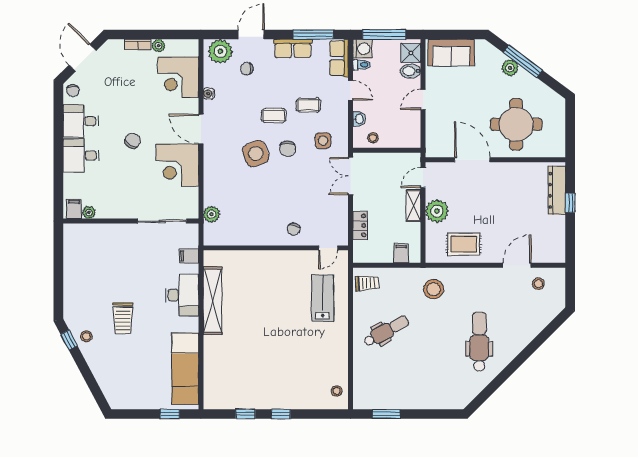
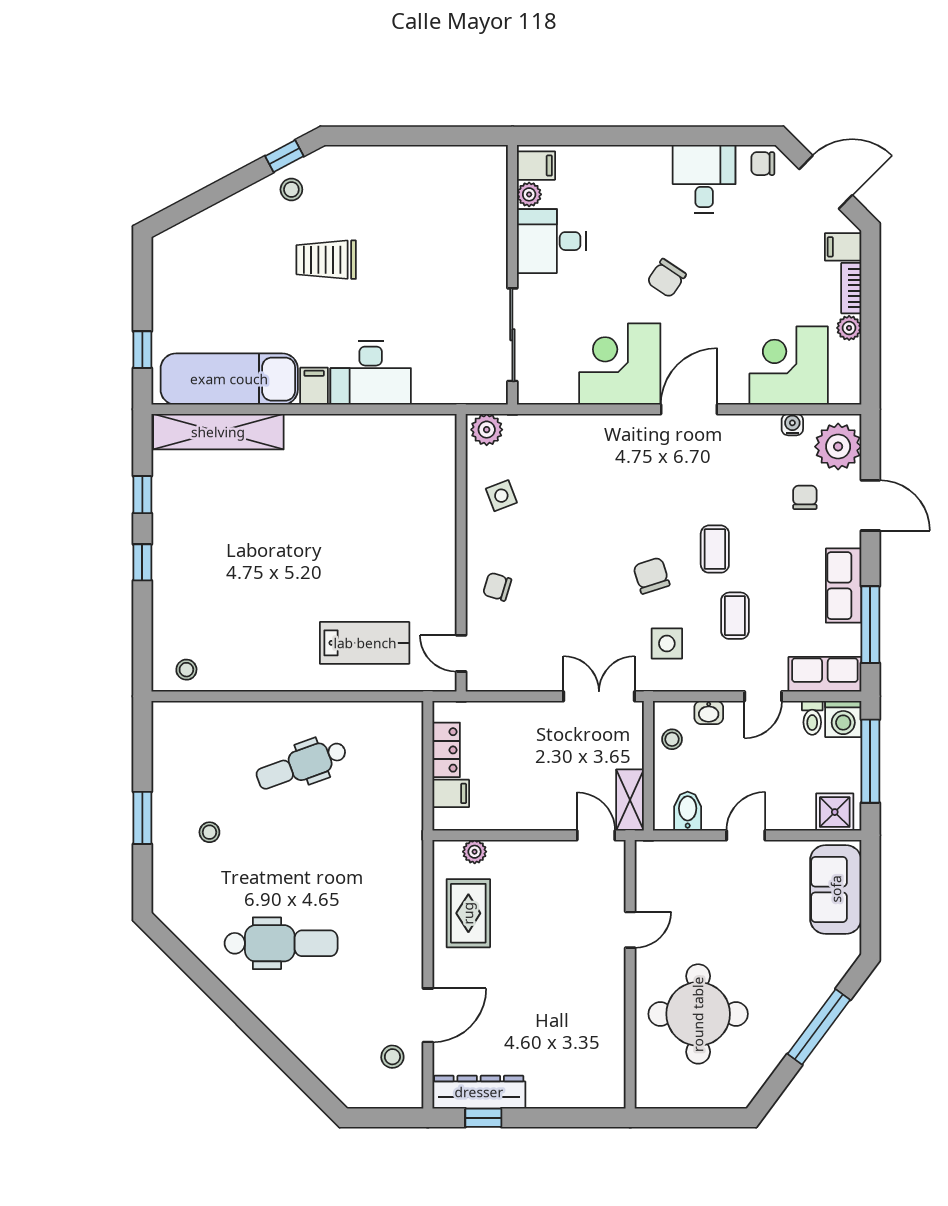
filing cabinet: (116, 49) -> (843, 247), added
plant: (510, 68) -> (806, 1002), removed
bidet: (410, 71) -> (688, 811), moved
water cooler: (209, 94) -> (792, 425), moved
door: (423, 99) -> (746, 835), hinge flipped
chair: (133, 141) -> (666, 278), turned 94
chair: (288, 149) -> (651, 576), turned 72
side table: (256, 154) -> (501, 496), moved, width x0.54, depth x0.54
desk: (81, 156) -> (551, 241), moved, turned -90
door: (472, 160) -> (630, 930), width x0.53
dresser: (557, 190) -> (479, 1092), moved
window: (570, 203) -> (483, 1118), moved
shelving: (413, 206) -> (630, 800), moved, turned 90
plant: (437, 211) -> (475, 852), moved, width x0.53, depth x0.53
plant: (212, 214) -> (487, 430), moved
locker: (360, 225) -> (446, 750), moved, turned -90
filing cabinet: (189, 256) -> (314, 386), moved
door: (517, 265) -> (428, 1015), hinge flipped
trolley: (367, 283) -> (393, 728), removed
stool: (434, 289) -> (209, 832), moved, width x0.53, depth x0.53
shelving: (213, 301) -> (218, 432), moved
dental chair: (386, 331) -> (301, 765), turned 99
window: (386, 414) -> (142, 818), moved

